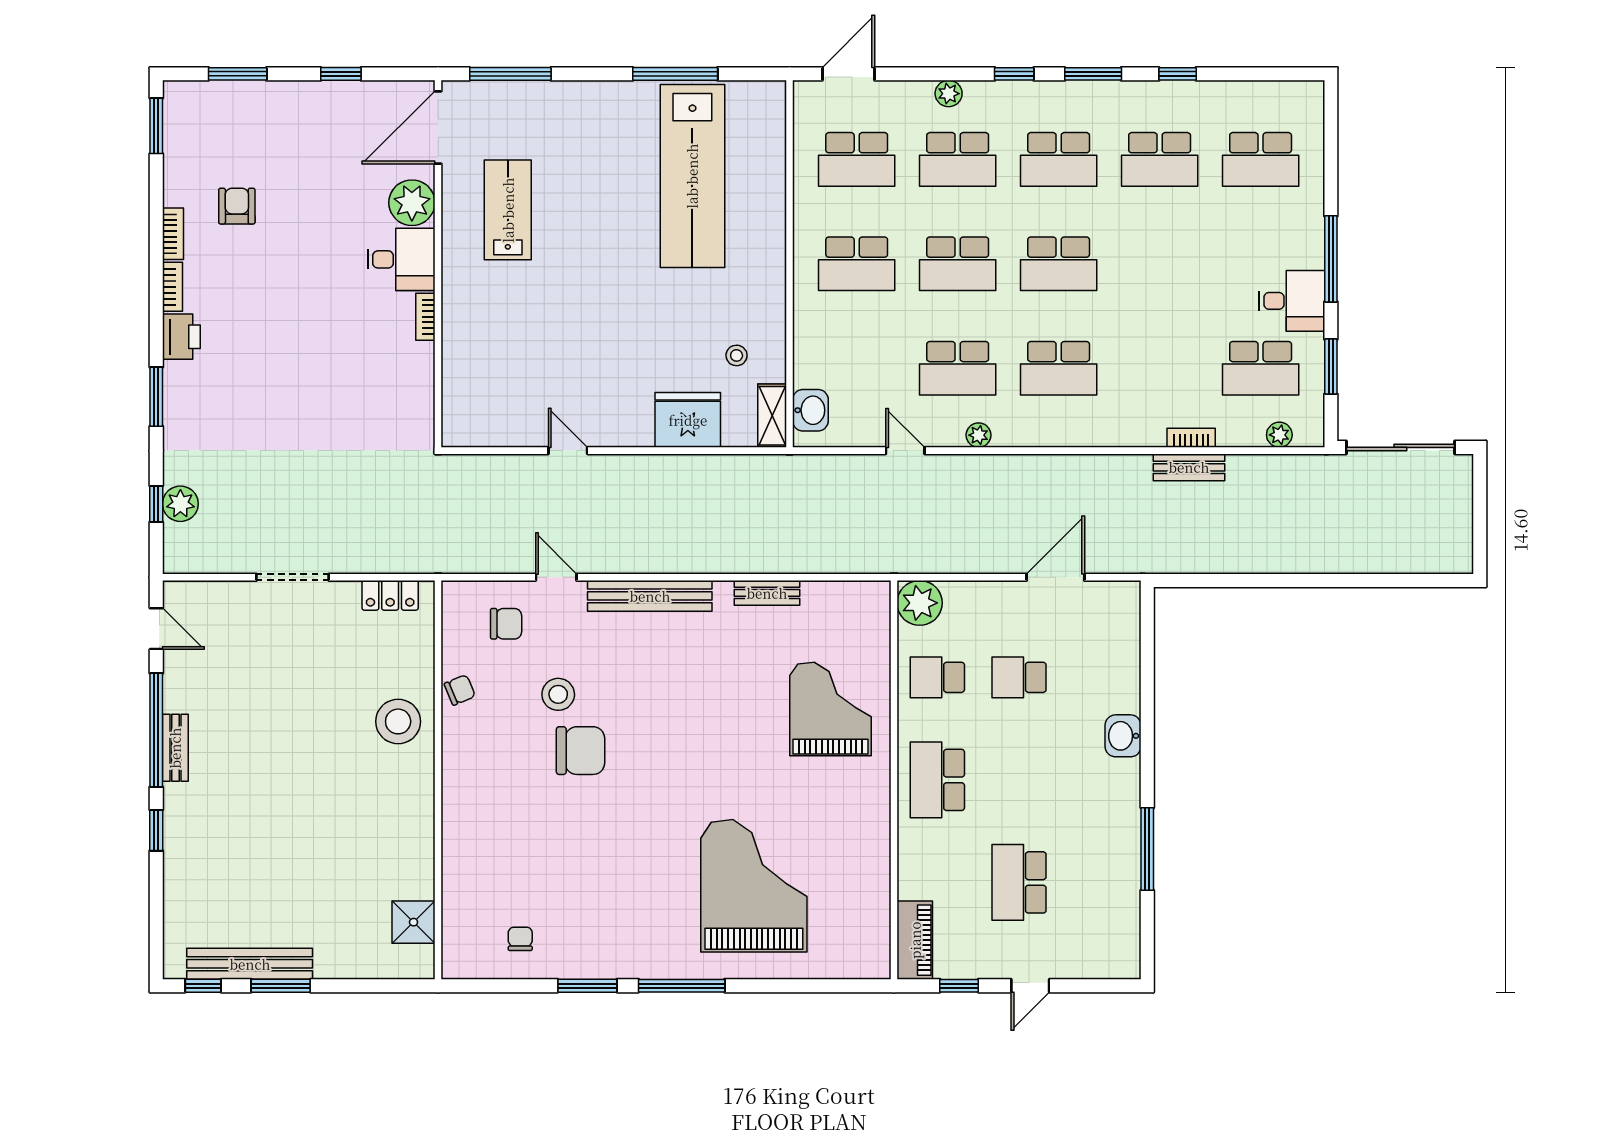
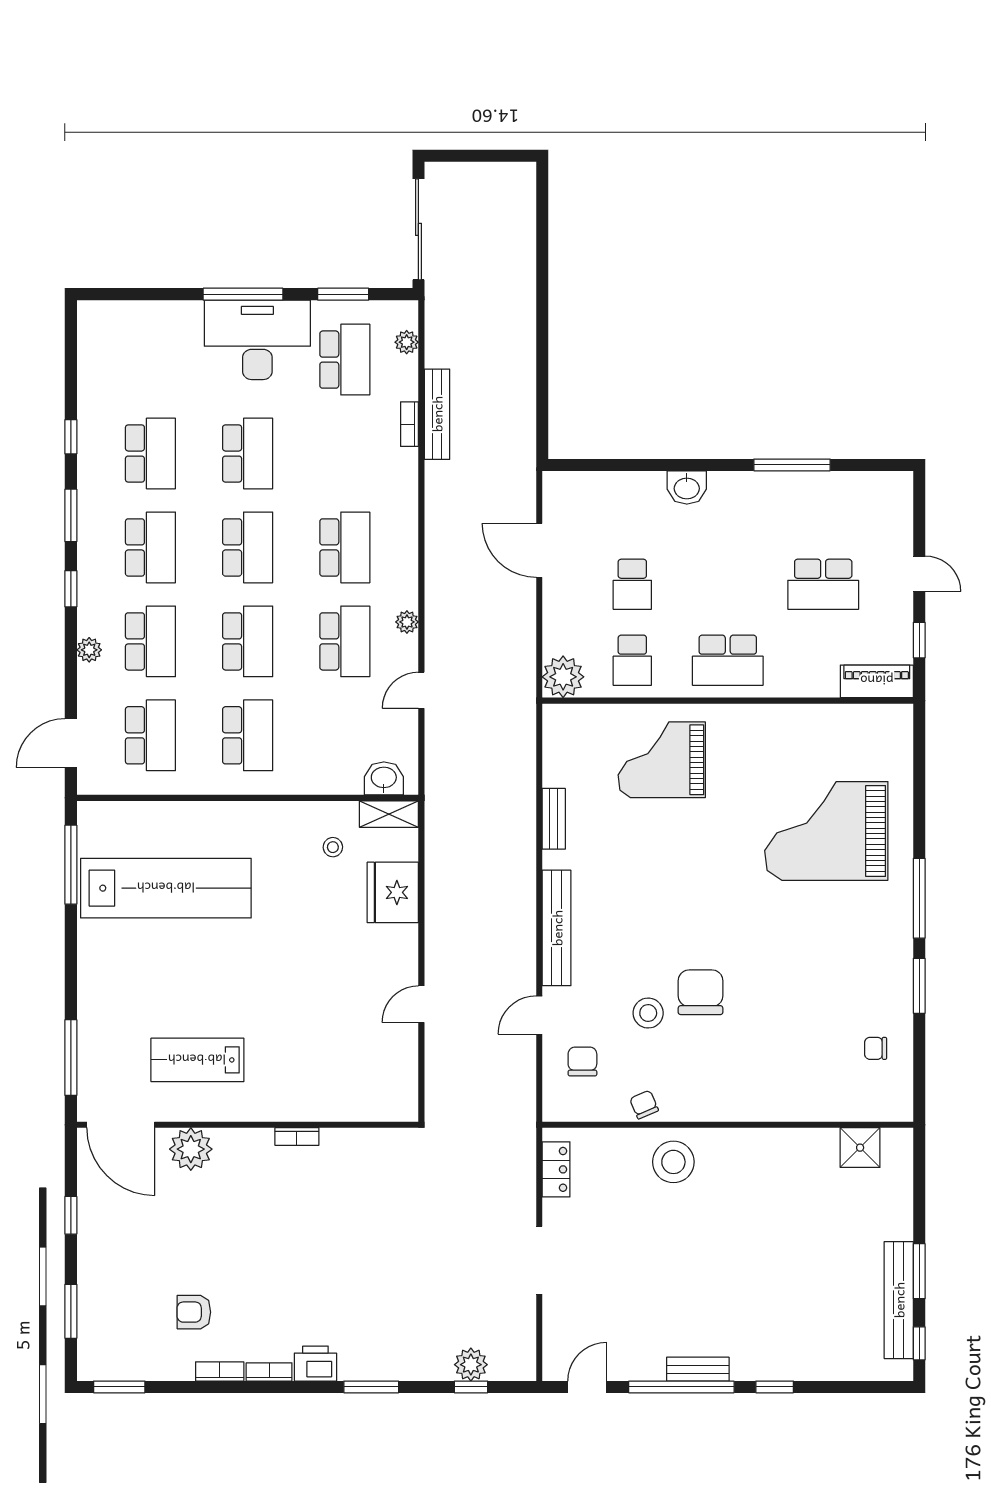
window: (675, 74) -> (71, 865), moved
door: (849, 74) -> (71, 743), hinge flipped
school desk: (1261, 159) -> (248, 454), moved
desk: (401, 259) -> (244, 1159), removed
desk: (1292, 301) -> (257, 340), width x1.87, depth x1.30
bench: (1189, 467) -> (437, 414), width x1.36

